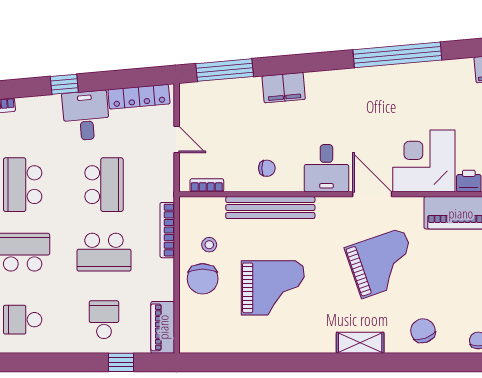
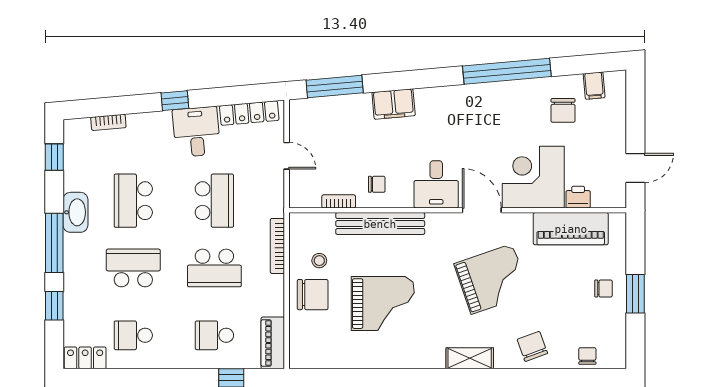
chair: (454, 94) -> (563, 110), added
bookcase: (207, 185) -> (339, 201), moved
chair: (203, 279) -> (313, 295), turned -90
school desk: (104, 320) -> (214, 335), turned -90

